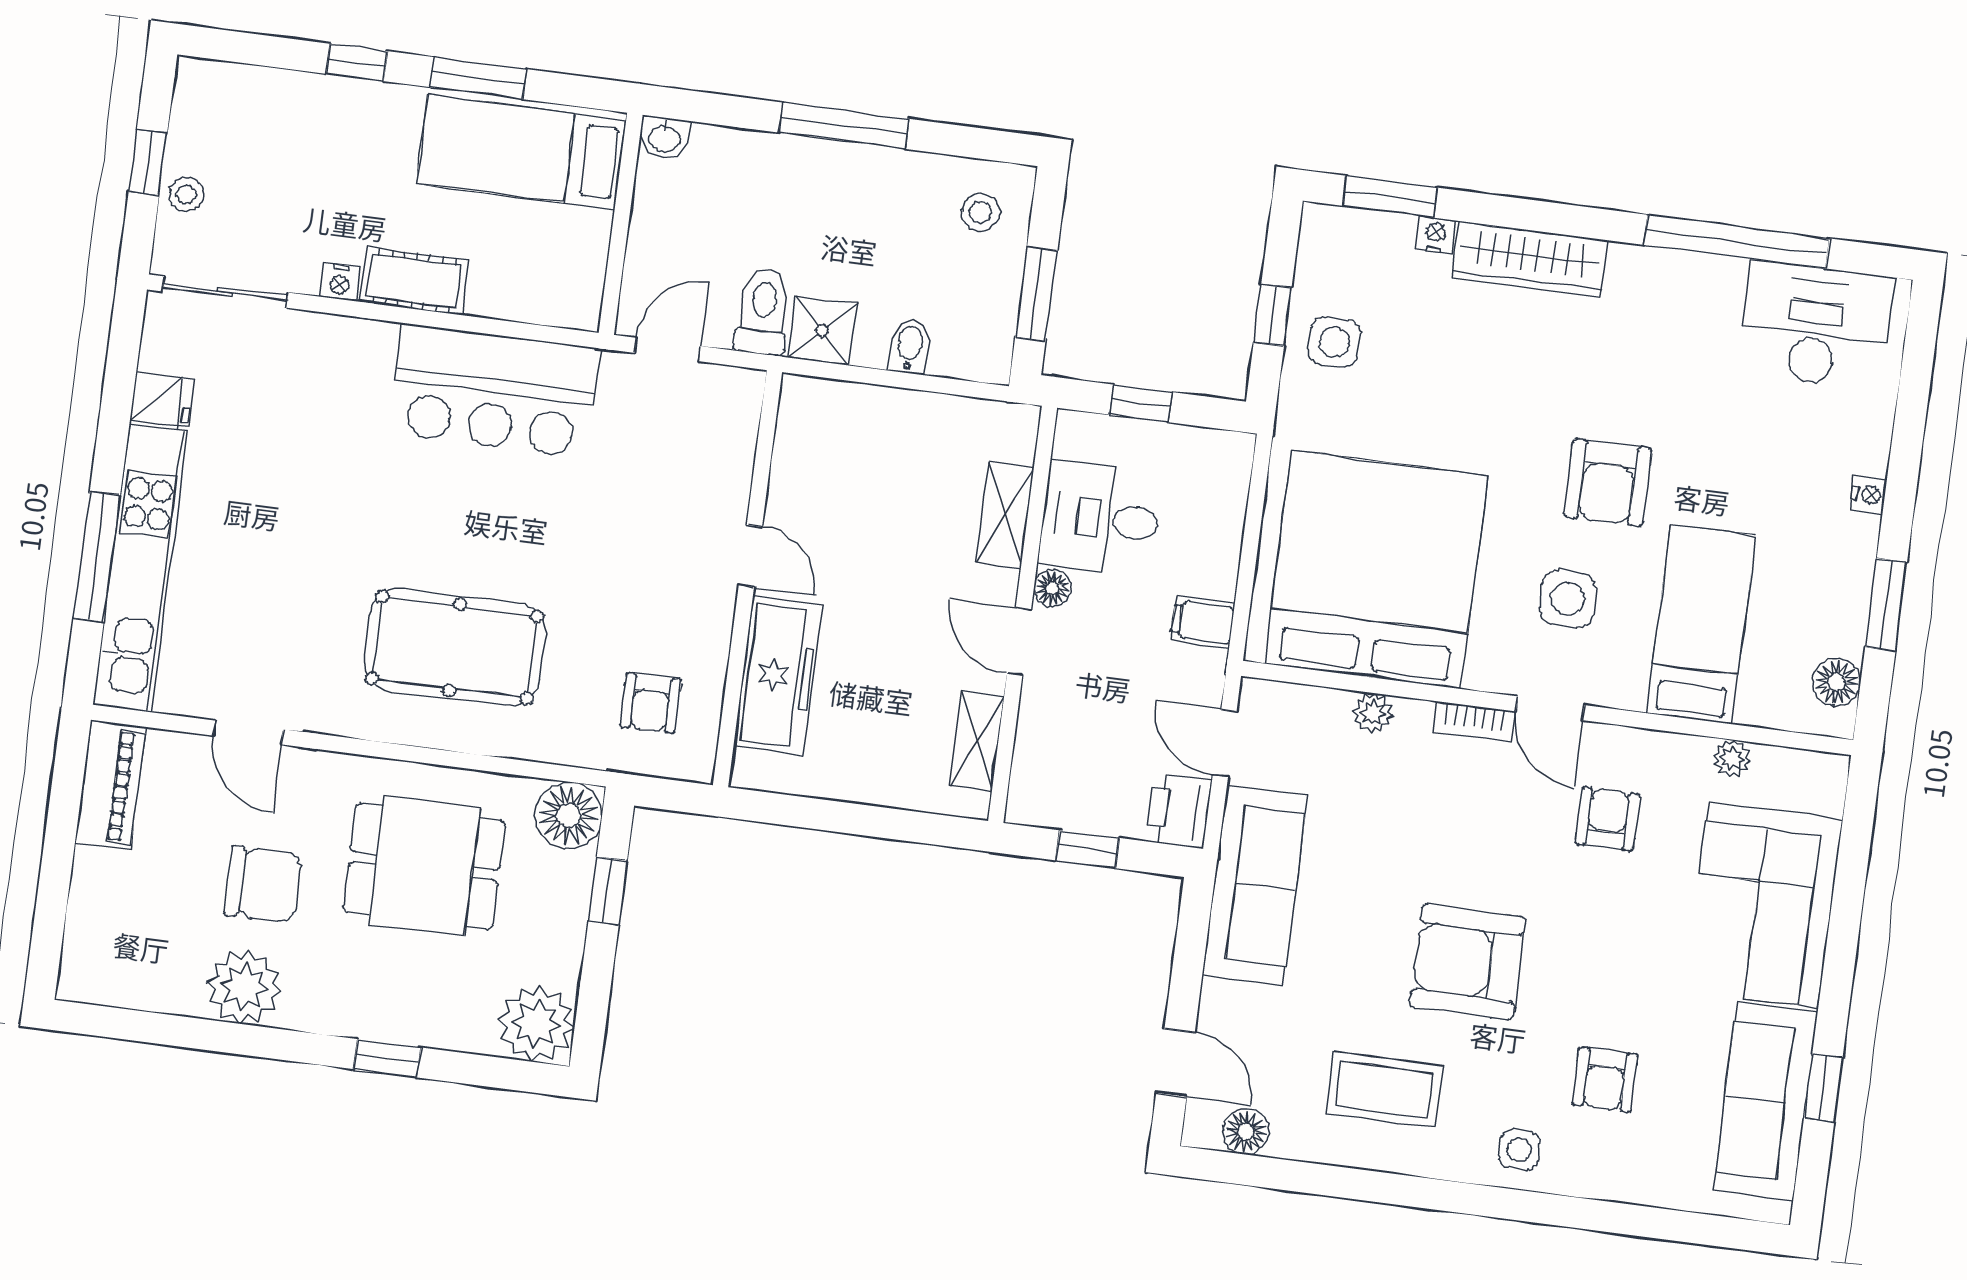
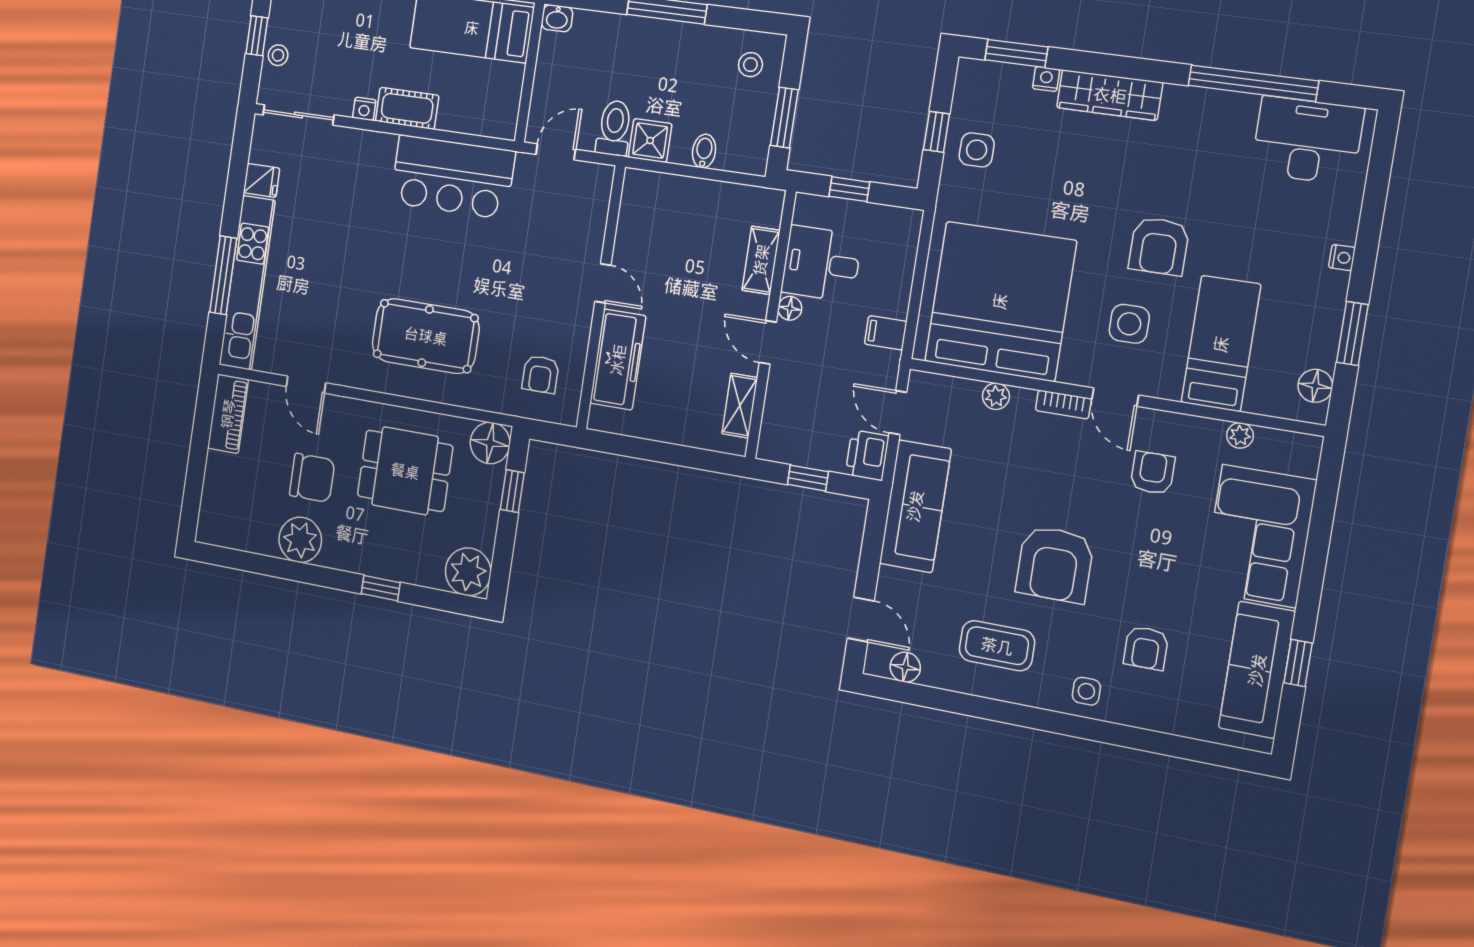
armchair: (1468, 962) -> (1055, 564), turned -90

